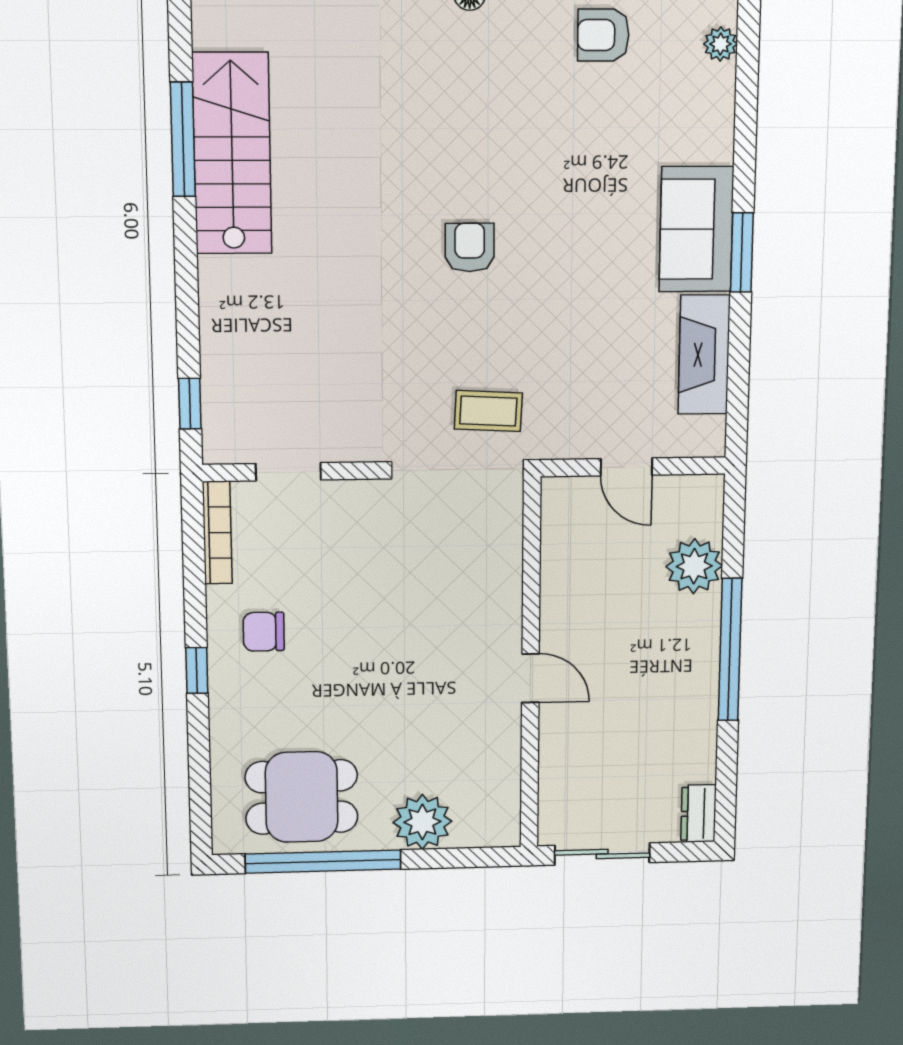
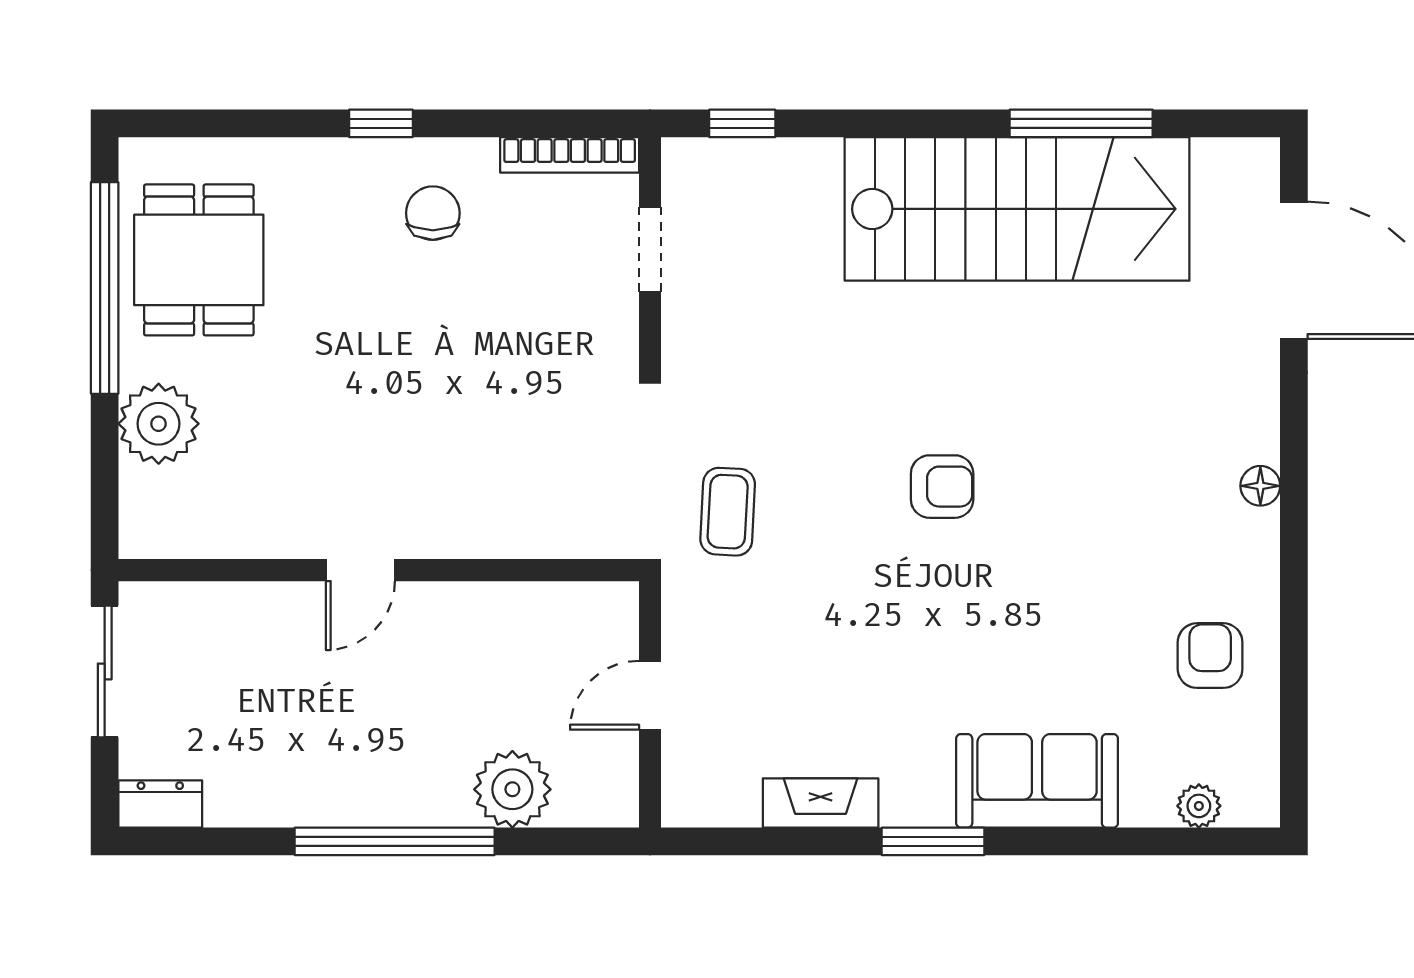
stairs: (232, 154) -> (1017, 209), width x1.36, depth x1.51
sofa: (696, 229) -> (1037, 781), moved
fireplace: (704, 355) -> (821, 803), width x0.73, depth x0.76

